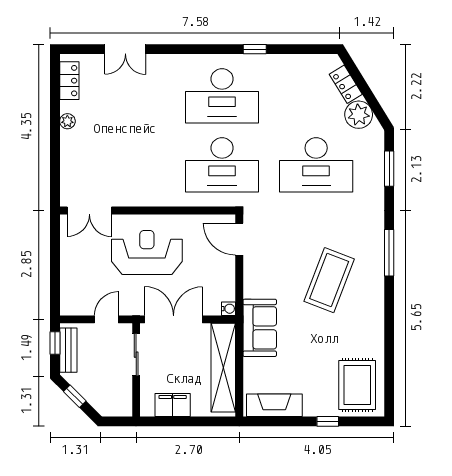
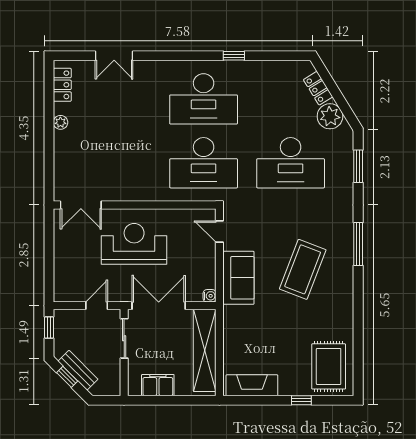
door: (239, 239) -> (219, 232), width x0.73
sofa: (260, 328) -> (238, 278), moved
bench: (68, 350) -> (78, 370), moved, turned -45

